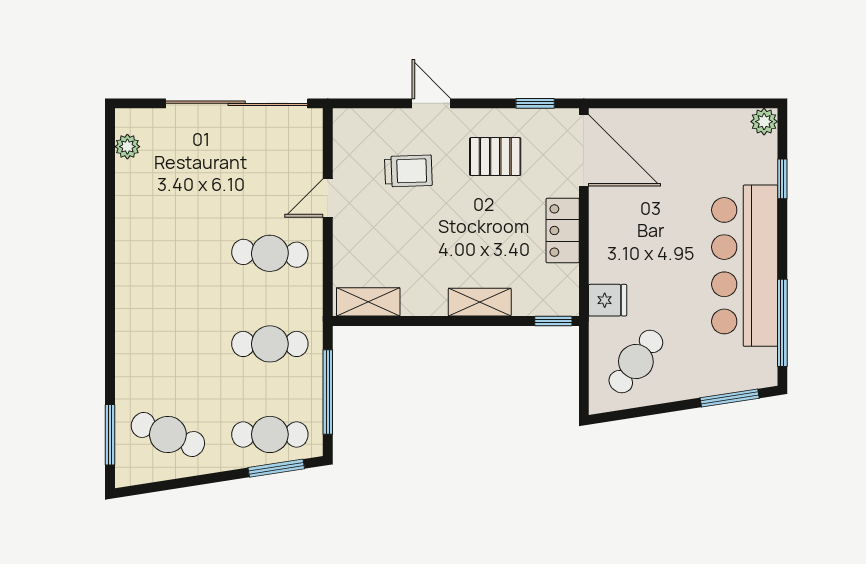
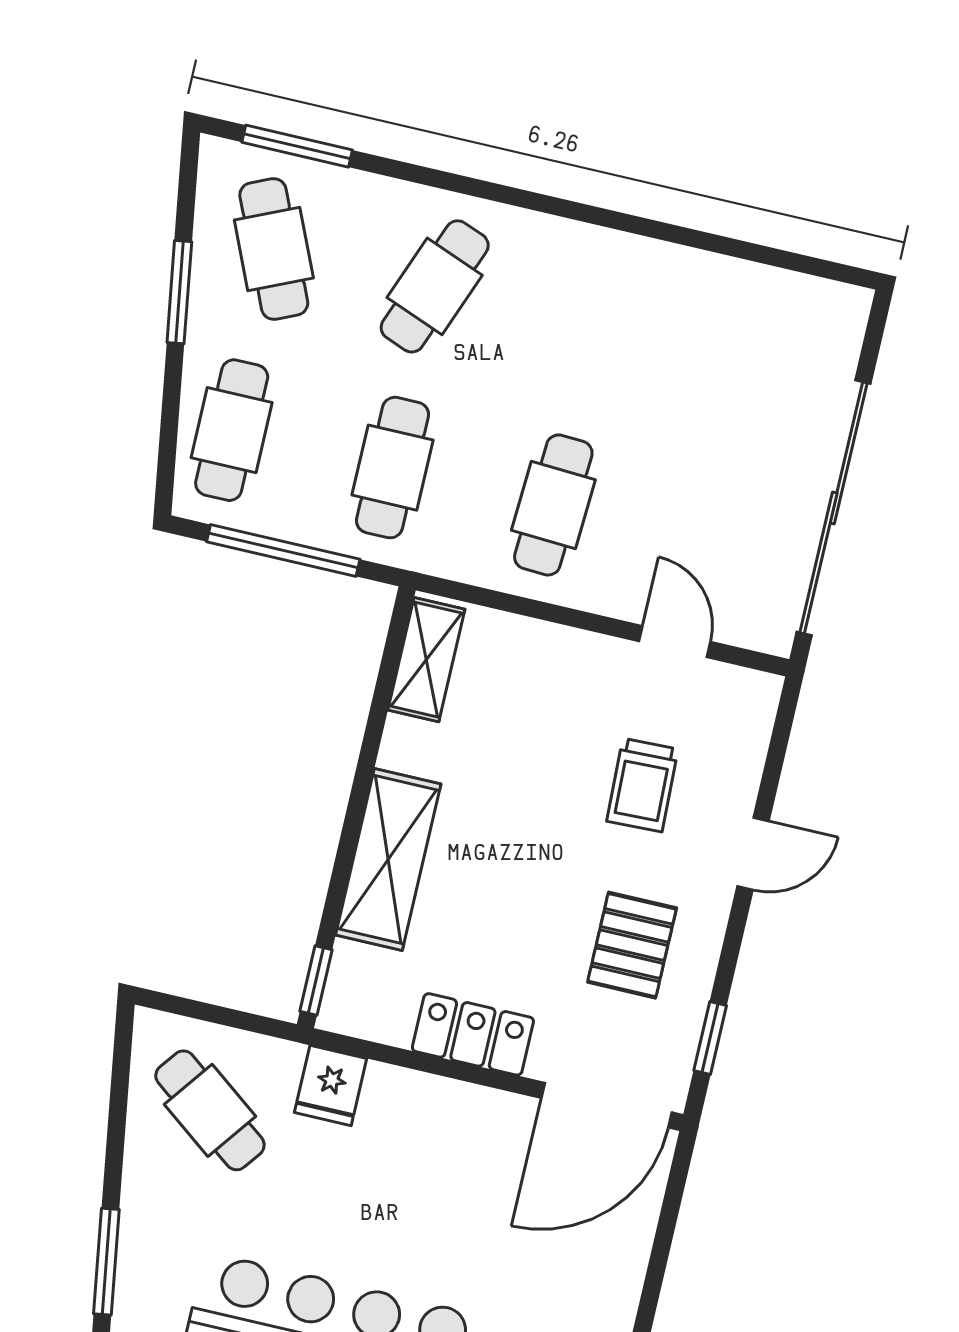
plant: (127, 147) -> (802, 296), removed
door: (328, 198) -> (675, 642), moved
shelving: (480, 302) -> (388, 859), width x1.50, depth x1.33
cafe table: (168, 344) -> (435, 286), added
cafe table: (168, 434) -> (274, 249), turned -45
window: (276, 468) -> (179, 292), moved

